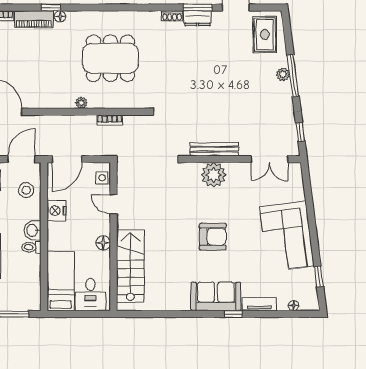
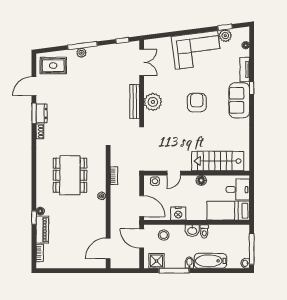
plant: (307, 277) -> (225, 36), added

